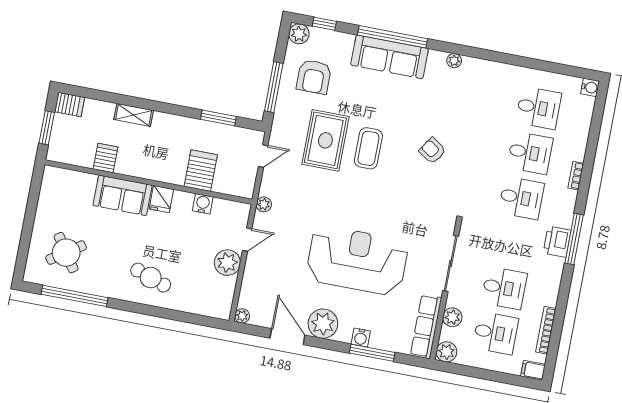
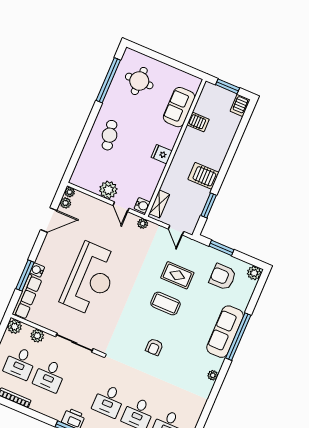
window: (324, 24) -> (257, 292), removed
window: (274, 87) -> (221, 248), width x0.69
shelving: (134, 115) -> (159, 204), moved
rug: (325, 140) -> (177, 275), width x0.73, depth x0.70
armchair: (432, 151) -> (154, 347), turned 146
server rack: (201, 171) -> (203, 176), moved, turned 180
sofa: (123, 195) -> (179, 107), moved
water cooler: (203, 204) -> (142, 205), moved
round table: (66, 253) -> (139, 81), turned 34
cafe table: (151, 278) -> (110, 135), turned -30
plant: (323, 324) -> (65, 203), moved, width x0.53, depth x0.53
row of seats: (426, 326) -> (27, 297), moved, turned 90

